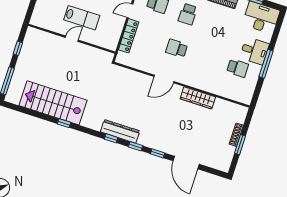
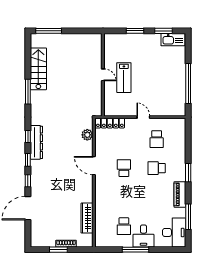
locker: (129, 36) -> (110, 123), moved
window: (18, 48) -> (80, 31), removed
plant: (129, 75) -> (87, 135), added
wardrobe: (198, 98) -> (87, 218), moved
stairs: (53, 103) -> (38, 69), width x0.73, depth x0.66
window: (64, 123) -> (28, 92), width x2.17

